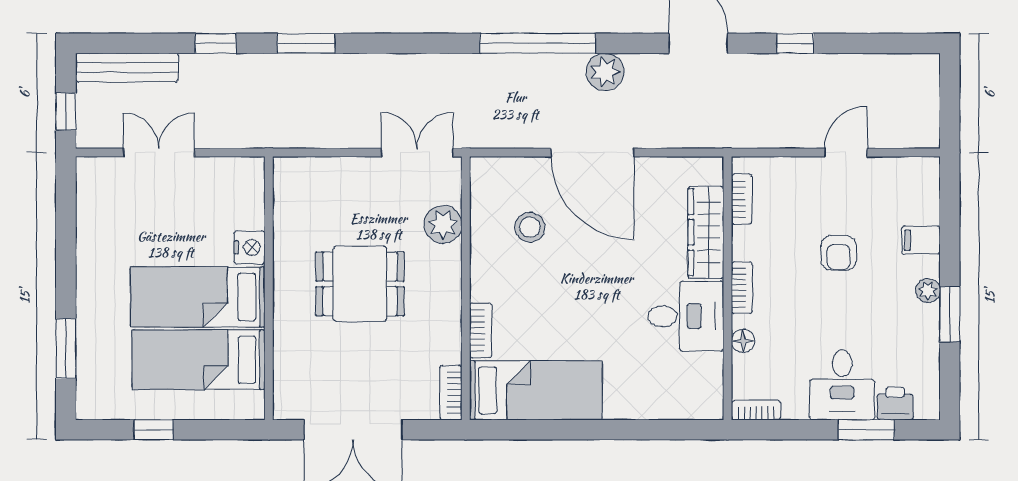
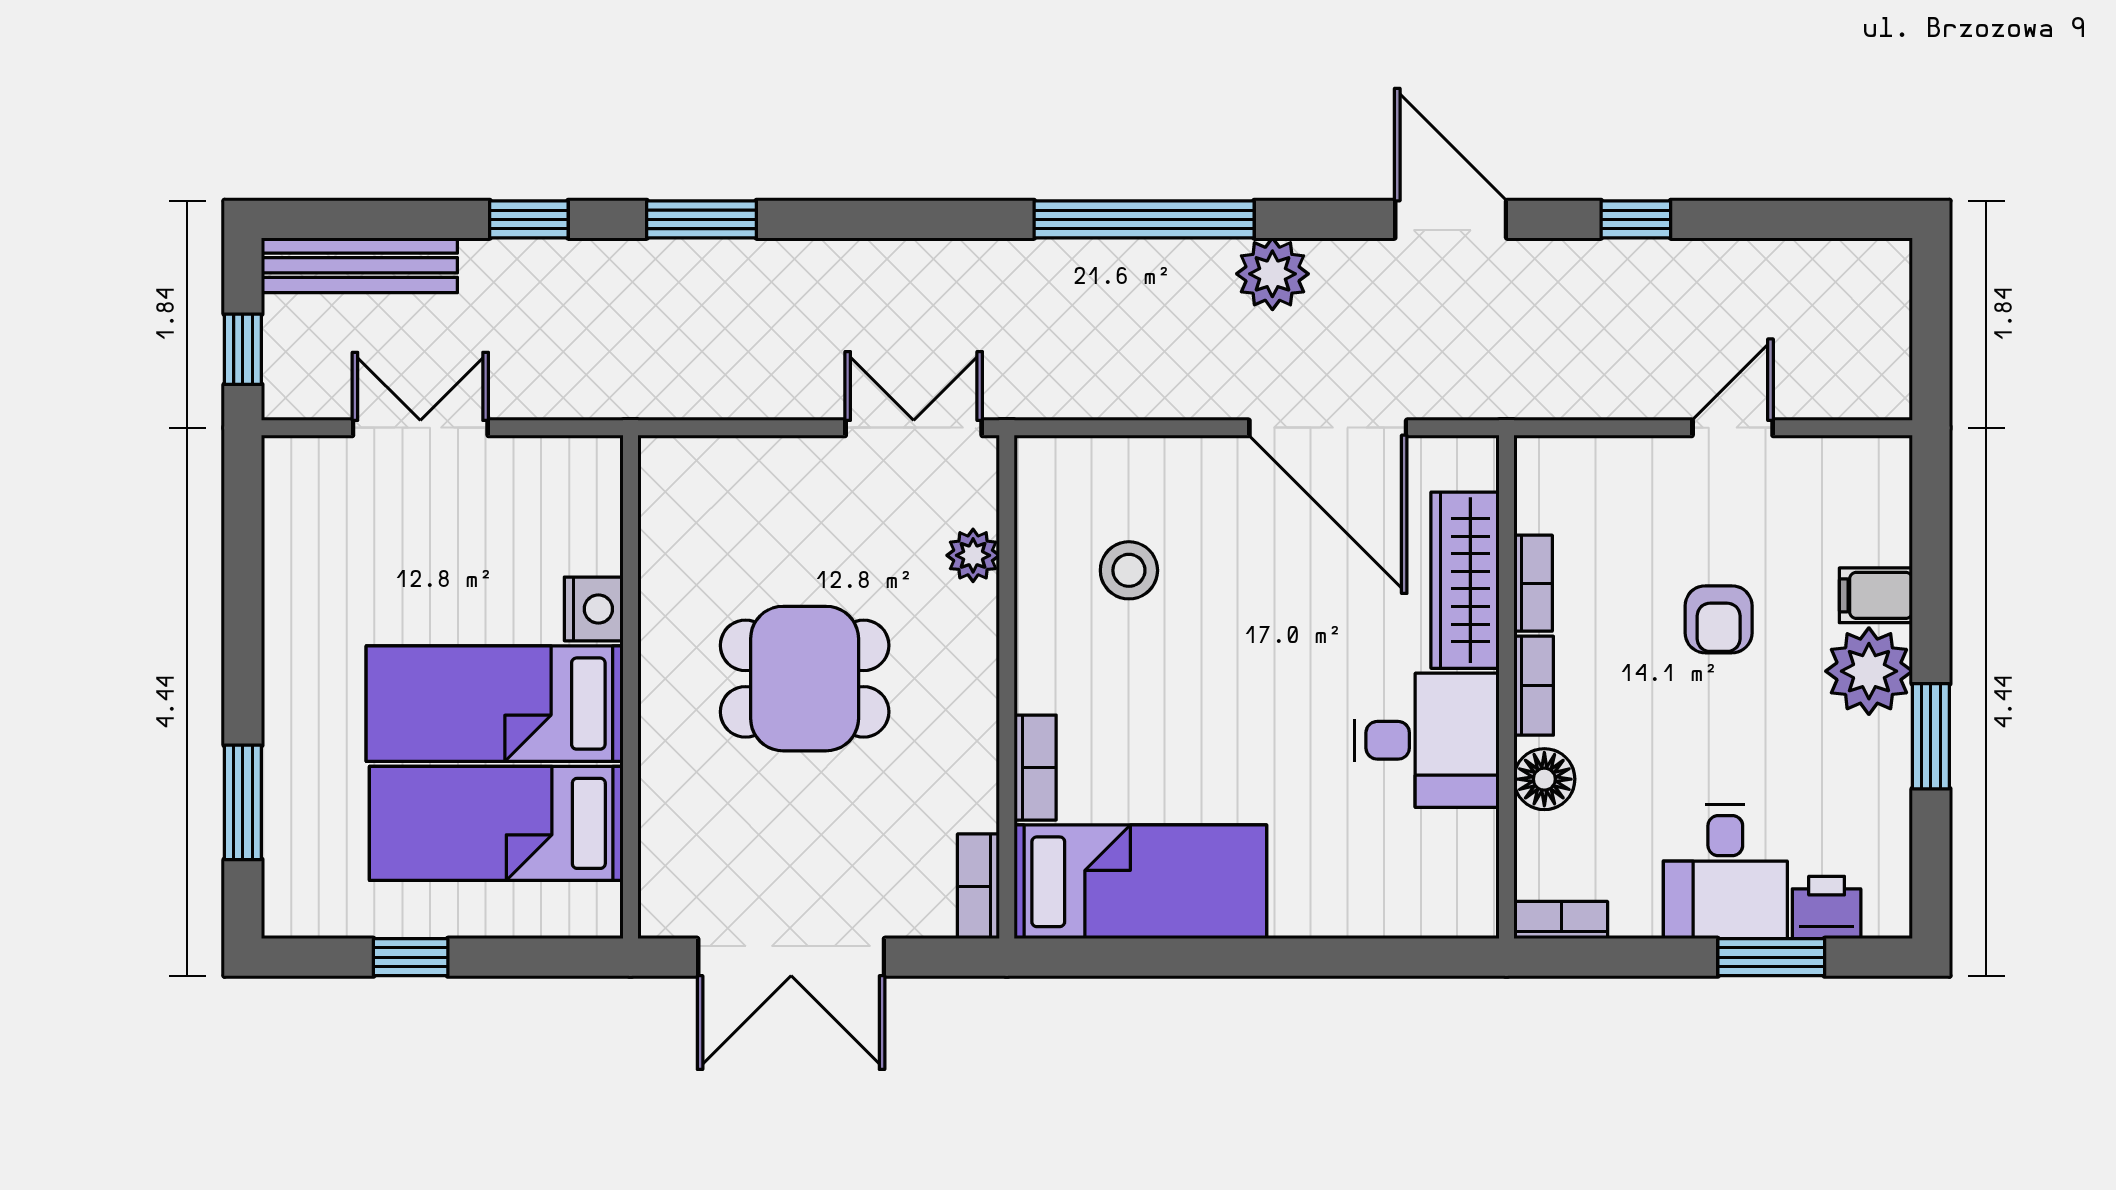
door: (592, 153) -> (1328, 428), moved
bookcase: (741, 199) -> (1533, 583), moved
plant: (443, 224) -> (973, 555), width x0.73, depth x0.73
plant: (928, 291) -> (1869, 671), width x1.88, depth x1.88
floor lamp: (743, 341) -> (1544, 779), width x1.37, depth x1.37

